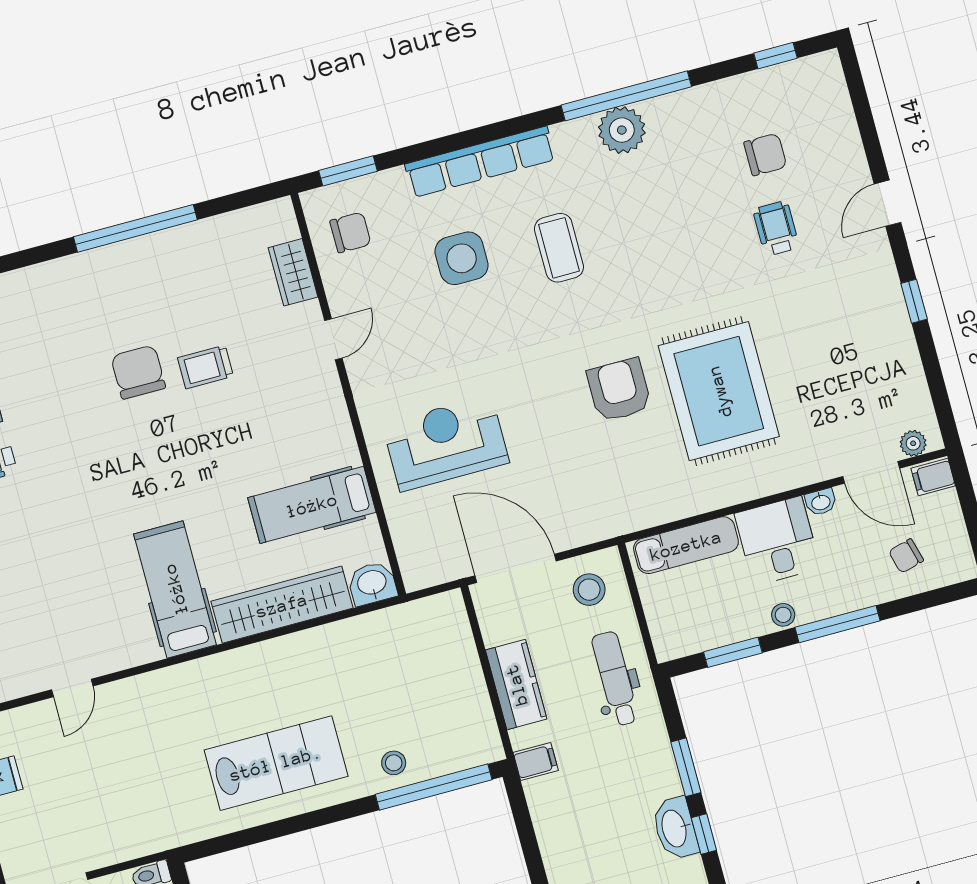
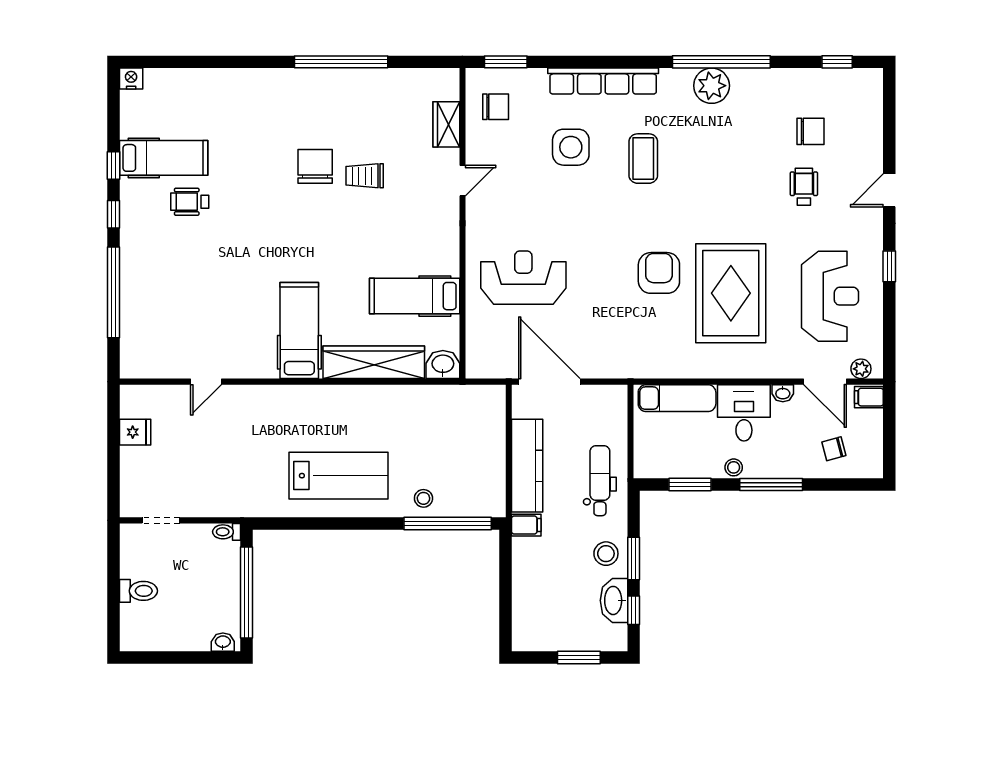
reception desk: (848, 360) -> (830, 296), added
stool: (589, 590) -> (606, 554), moved
kitchen counter: (516, 685) -> (527, 466), width x1.50

